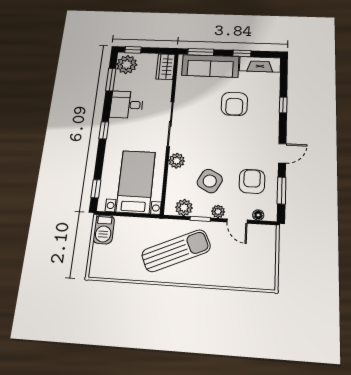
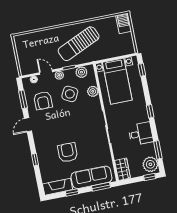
plant: (177, 161) -> (93, 91), moved
barbecue: (104, 229) -> (124, 23), moved

